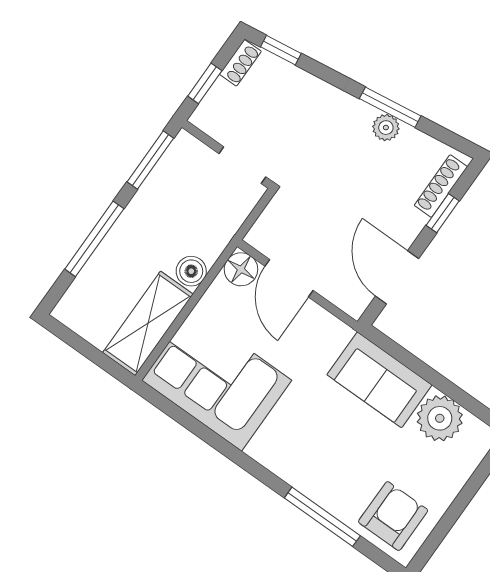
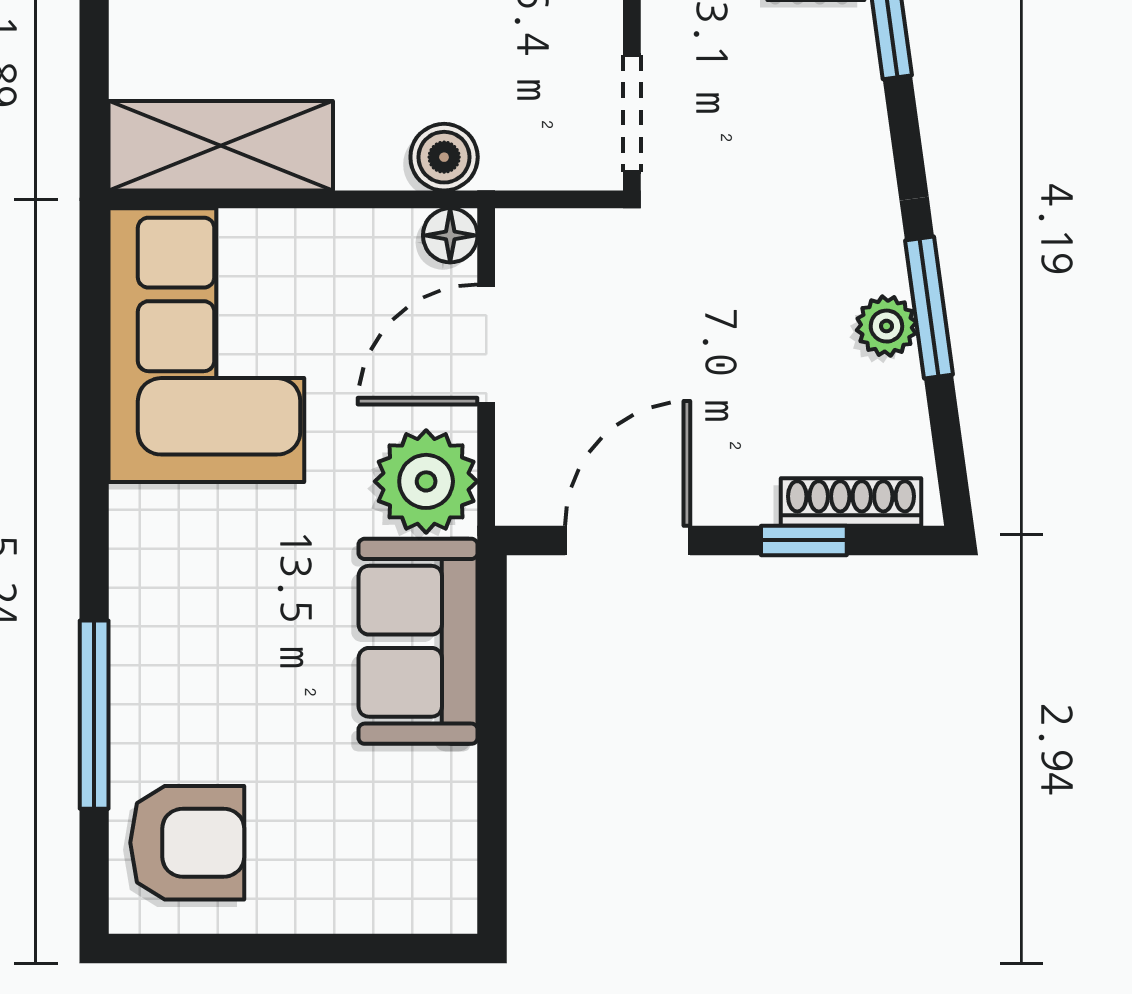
floor lamp: (241, 269) -> (450, 235), width x0.73, depth x0.73
boiler: (191, 271) -> (444, 157), moved
plant: (440, 418) -> (426, 481), moved

